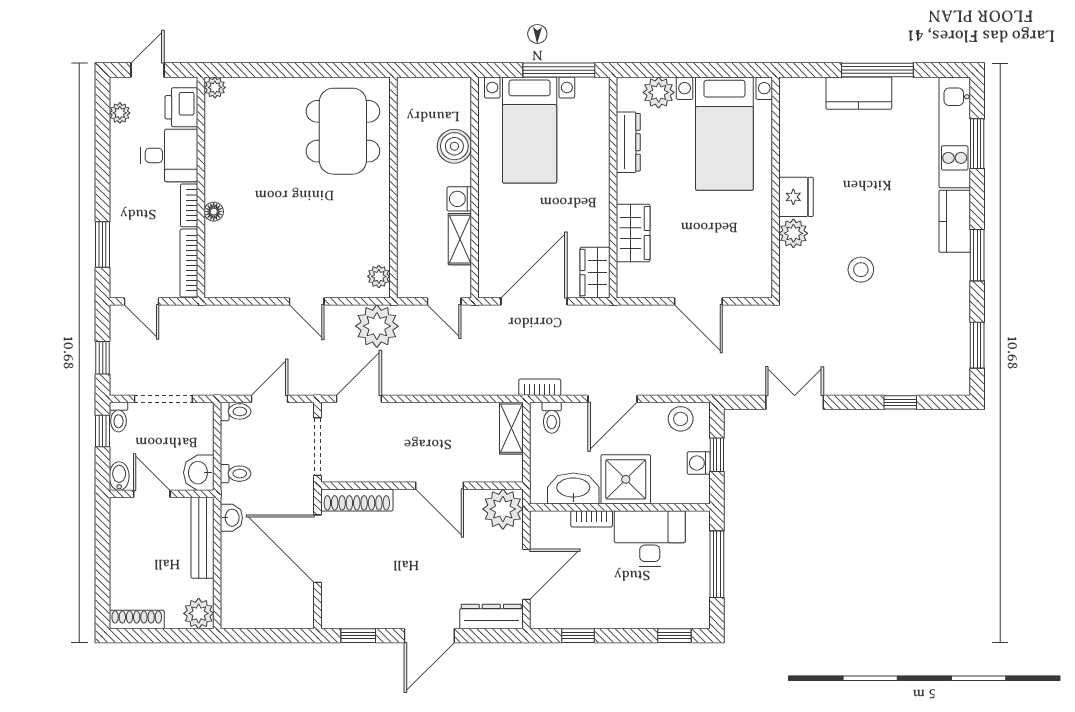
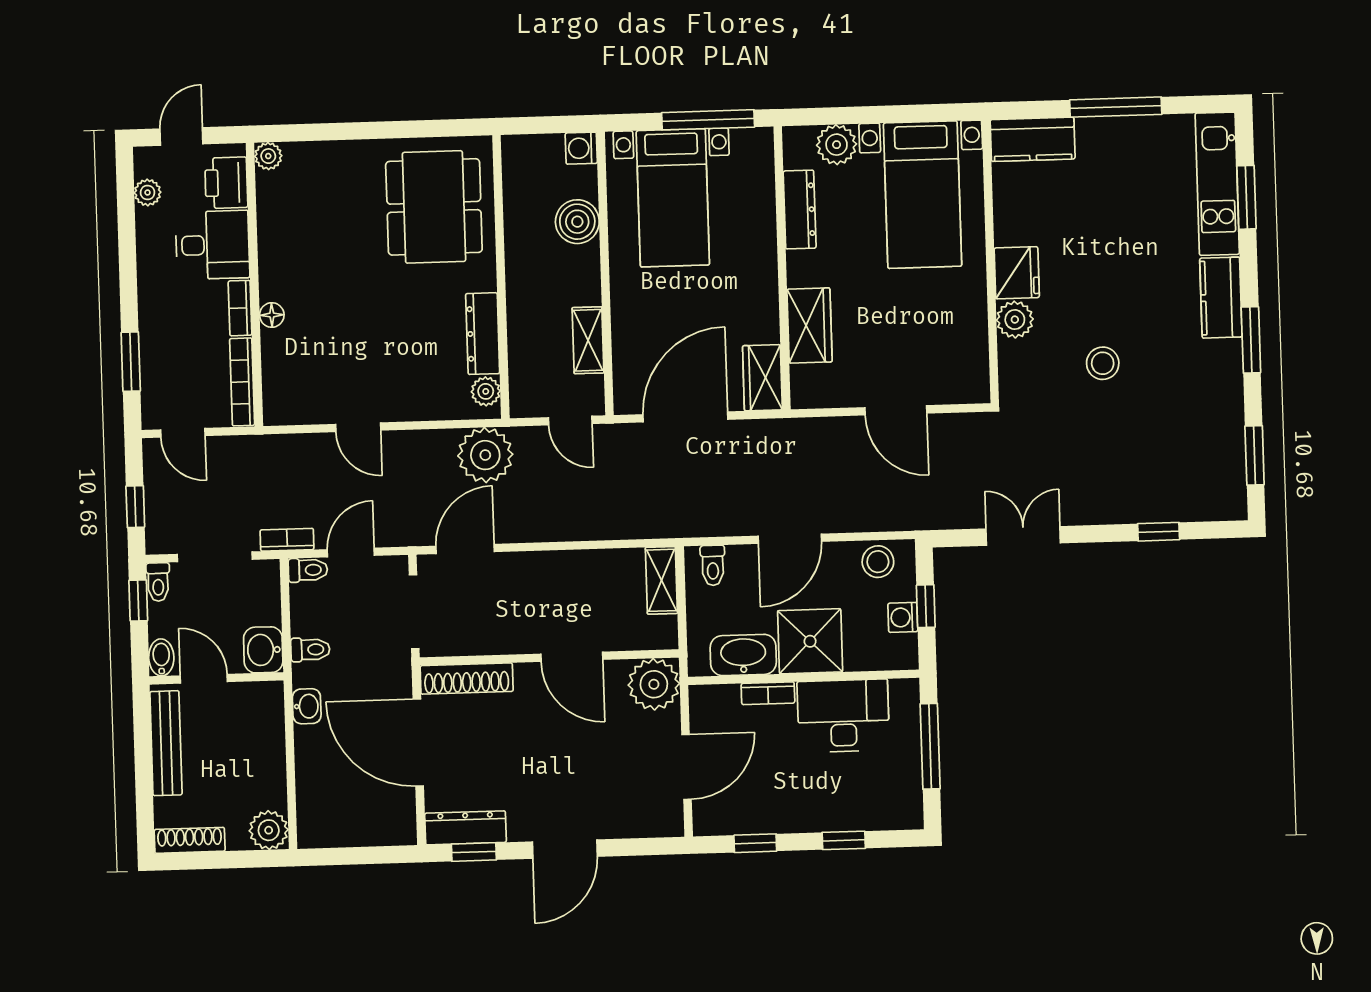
kitchen counter: (859, 93) -> (1033, 139), moved
washing machine: (459, 199) -> (581, 148), moved
dresser: (378, 231) -> (483, 334), added
door: (307, 301) -> (358, 427), moved
bookcase: (540, 387) -> (287, 540), moved
bench: (203, 538) -> (166, 743), moved
dresser: (491, 616) -> (465, 828), moved
window: (674, 636) -> (844, 840), moved

